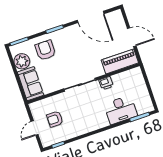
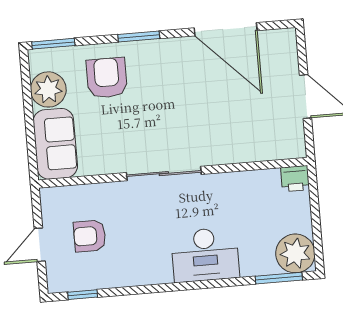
piano: (120, 61) -> (266, 144), removed
printer: (106, 83) -> (295, 179), moved
plant: (144, 105) -> (295, 253), added
desk: (121, 110) -> (205, 255), moved

